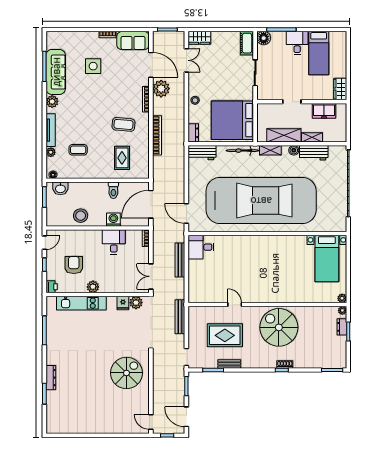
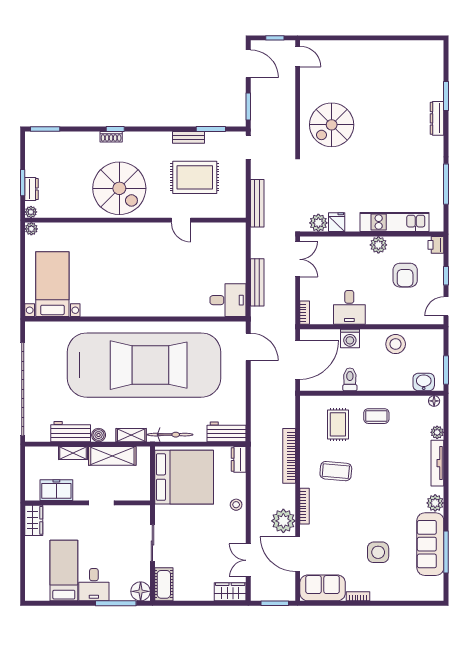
coffee table: (78, 150) -> (376, 416), moved
car: (261, 201) -> (144, 365), turned 180

